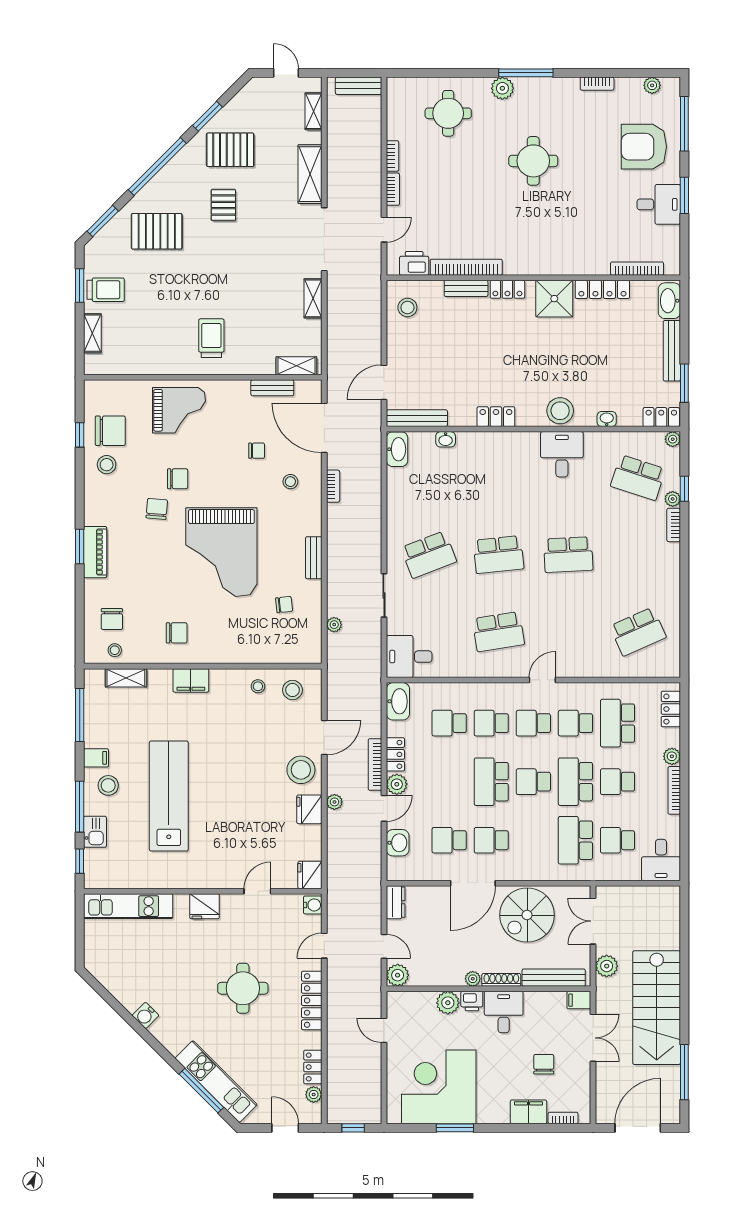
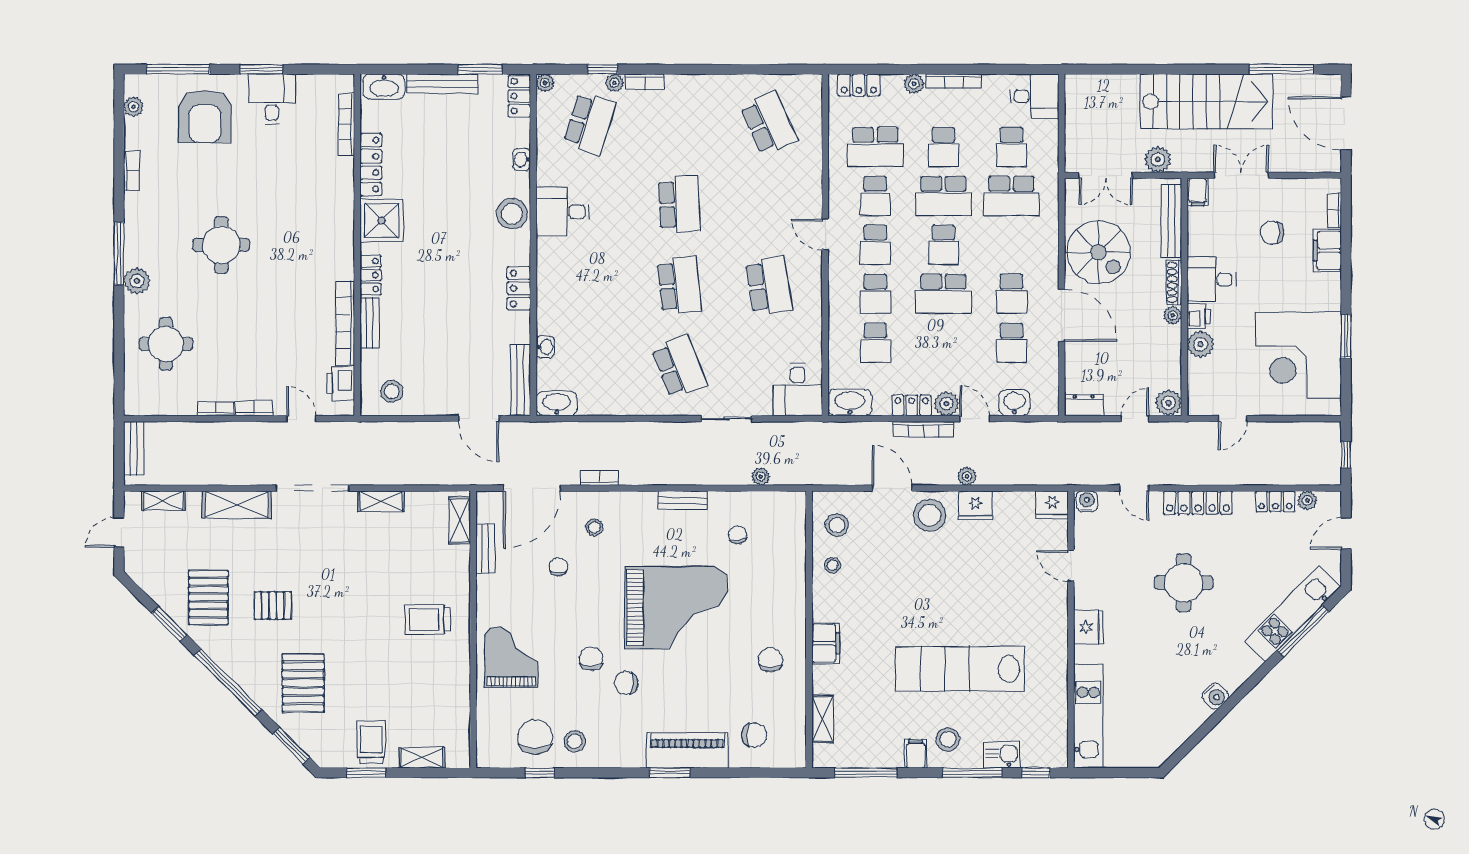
piano: (95, 552) -> (687, 750), width x1.37, depth x1.33
stool: (115, 650) -> (790, 732), removed

